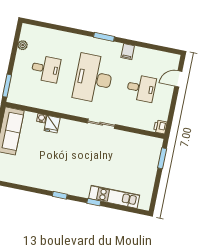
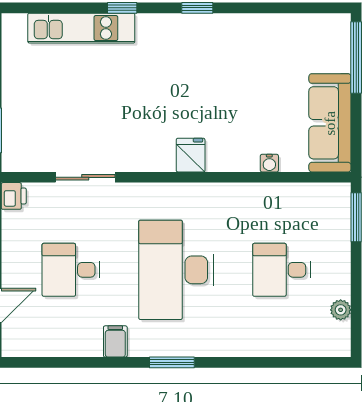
desk: (93, 78) -> (176, 270), turned 180
fridge: (52, 124) -> (191, 155), moved
sliding door: (101, 124) -> (85, 177), moved

